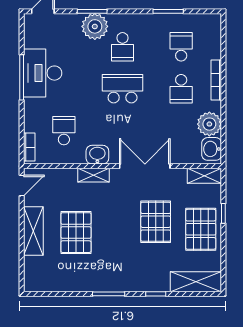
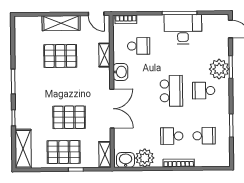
shelving: (93, 175) -> (104, 55), moved

